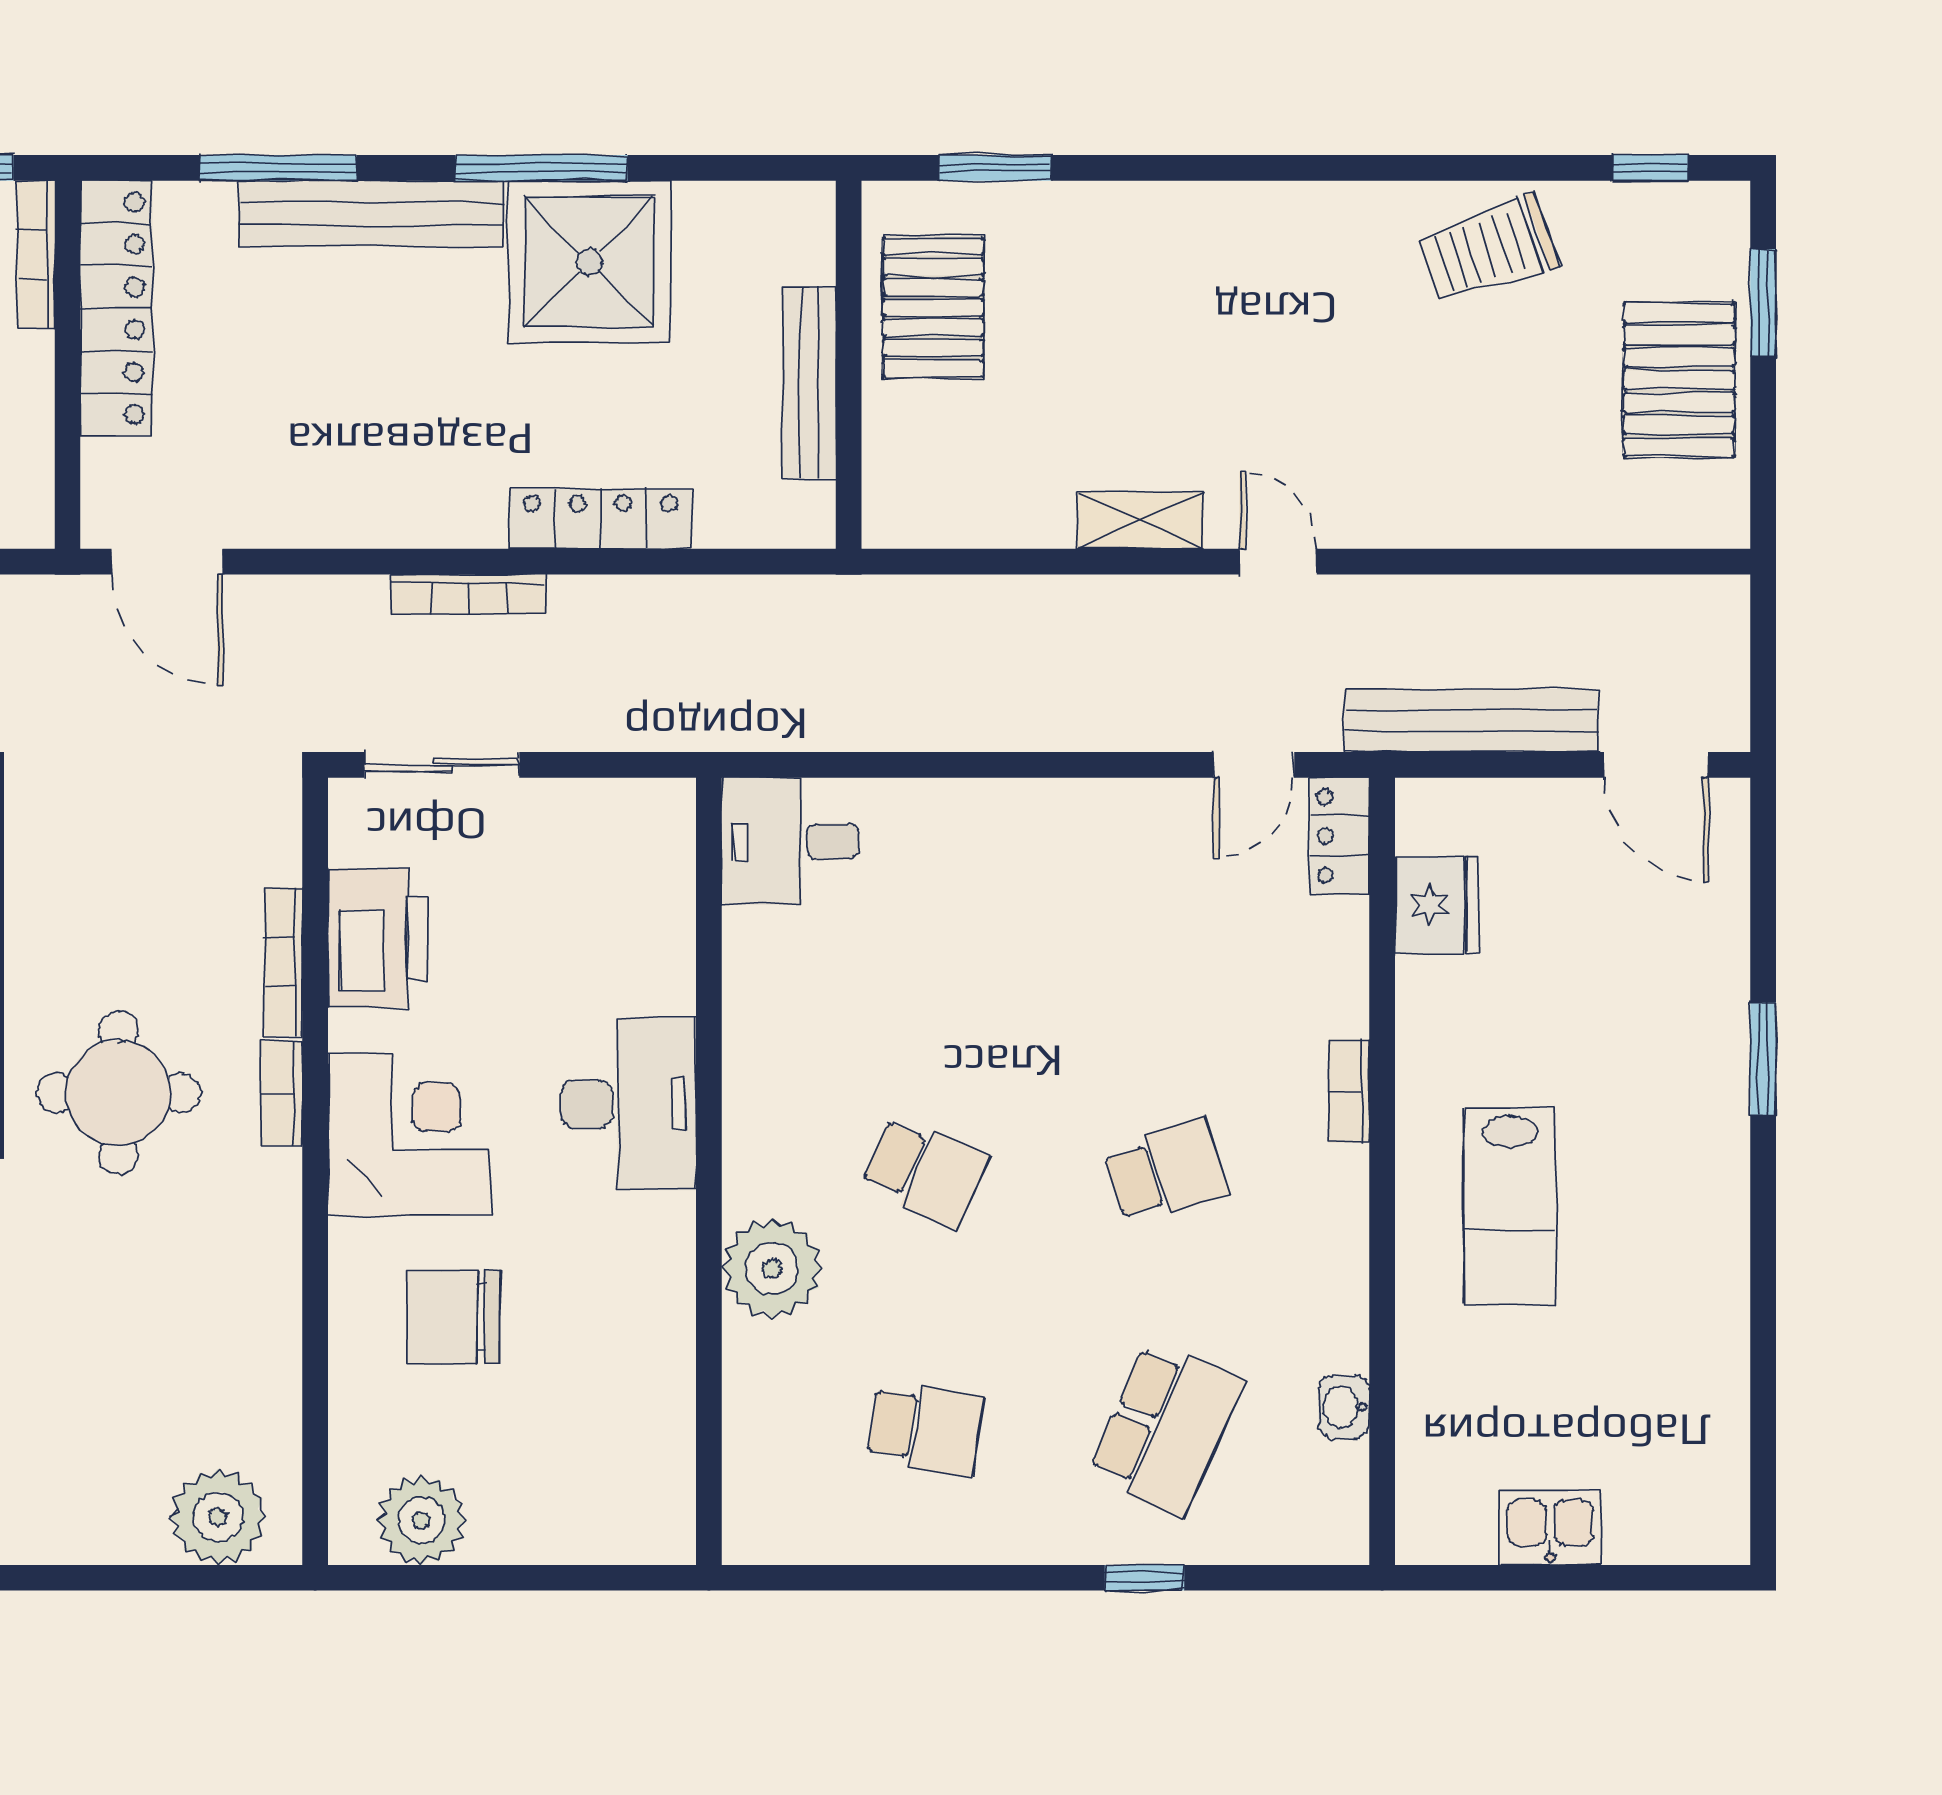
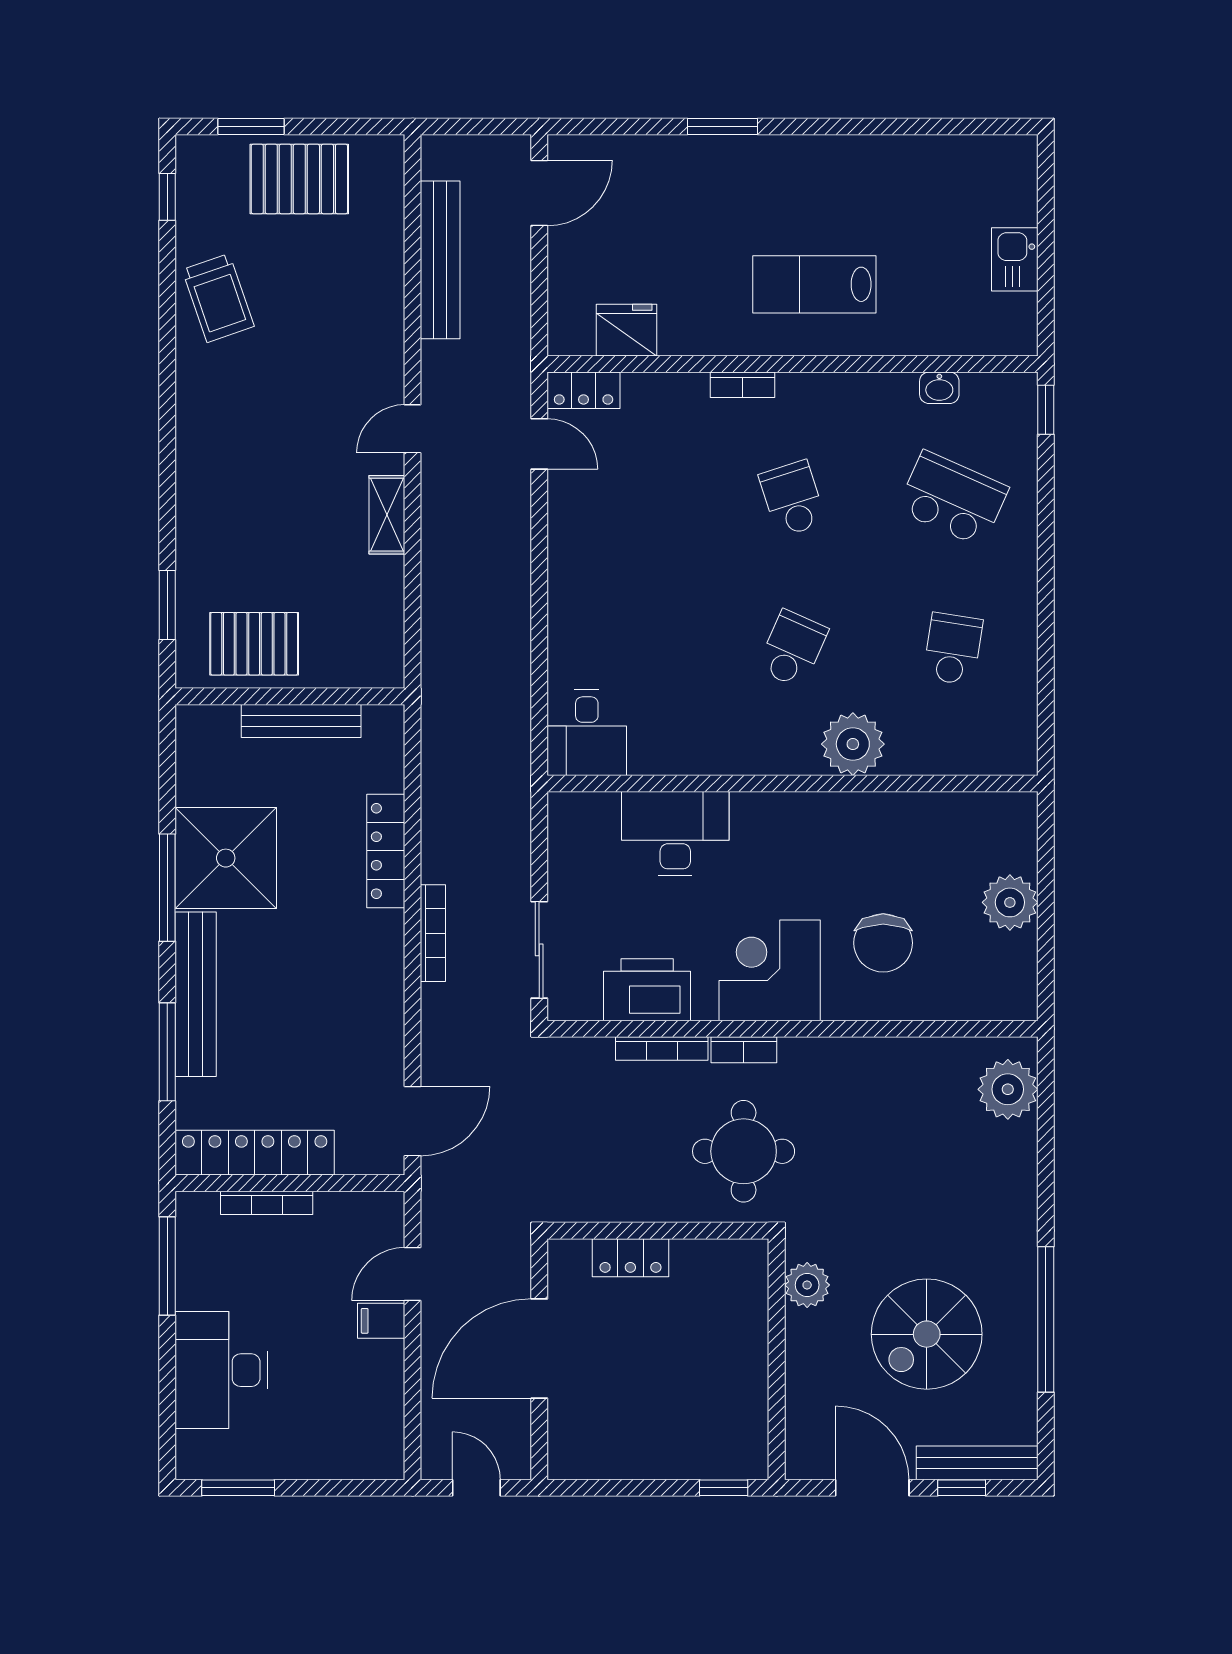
bookcase: (36, 255) -> (267, 1203), moved
bench: (1471, 721) -> (440, 260), moved
desk: (629, 1104) -> (675, 834), moved
lab bench: (1510, 1206) -> (814, 284), turned 180
plant: (421, 1520) -> (1010, 902), moved
window: (1145, 1578) -> (1046, 410), moved

